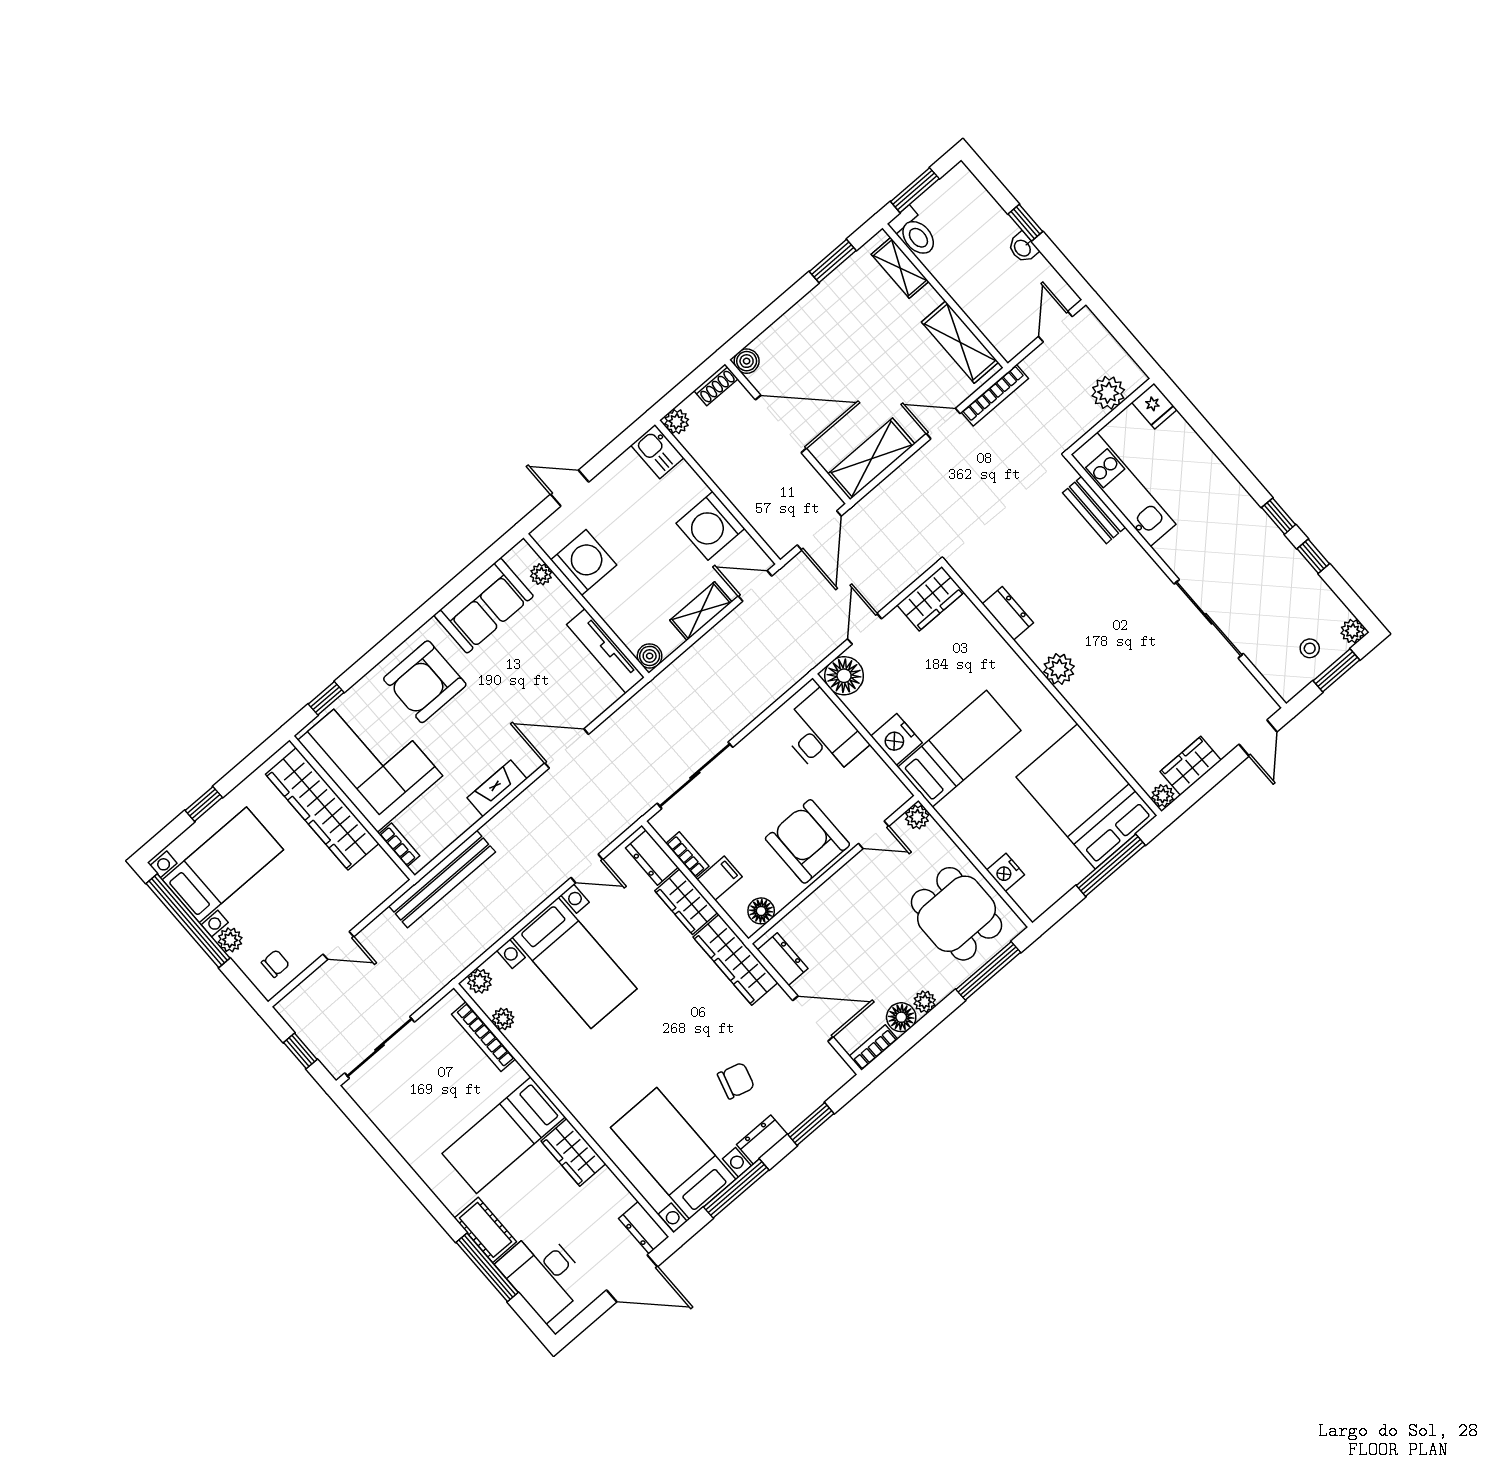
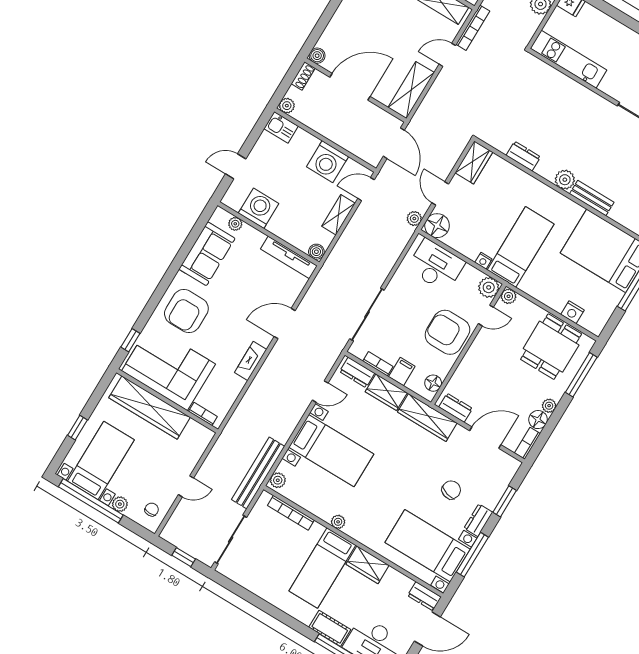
bench: (1094, 510) -> (592, 198), moved
plant: (813, 654) -> (414, 219), added
nightstand: (897, 739) -> (483, 261), width x0.53, depth x0.56
plant: (892, 794) -> (489, 287), added
bench: (442, 879) -> (258, 473), moved
dining table: (956, 914) -> (551, 347), turned 90
plant: (503, 1019) -> (338, 522), moved

